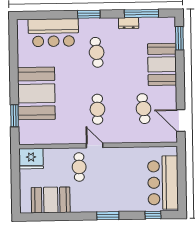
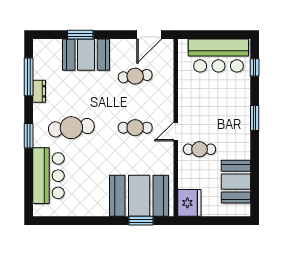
window: (179, 38) -> (80, 35), moved
cafe table: (97, 52) -> (71, 128), width x1.37, depth x1.35
booth: (36, 93) -> (139, 196), moved

